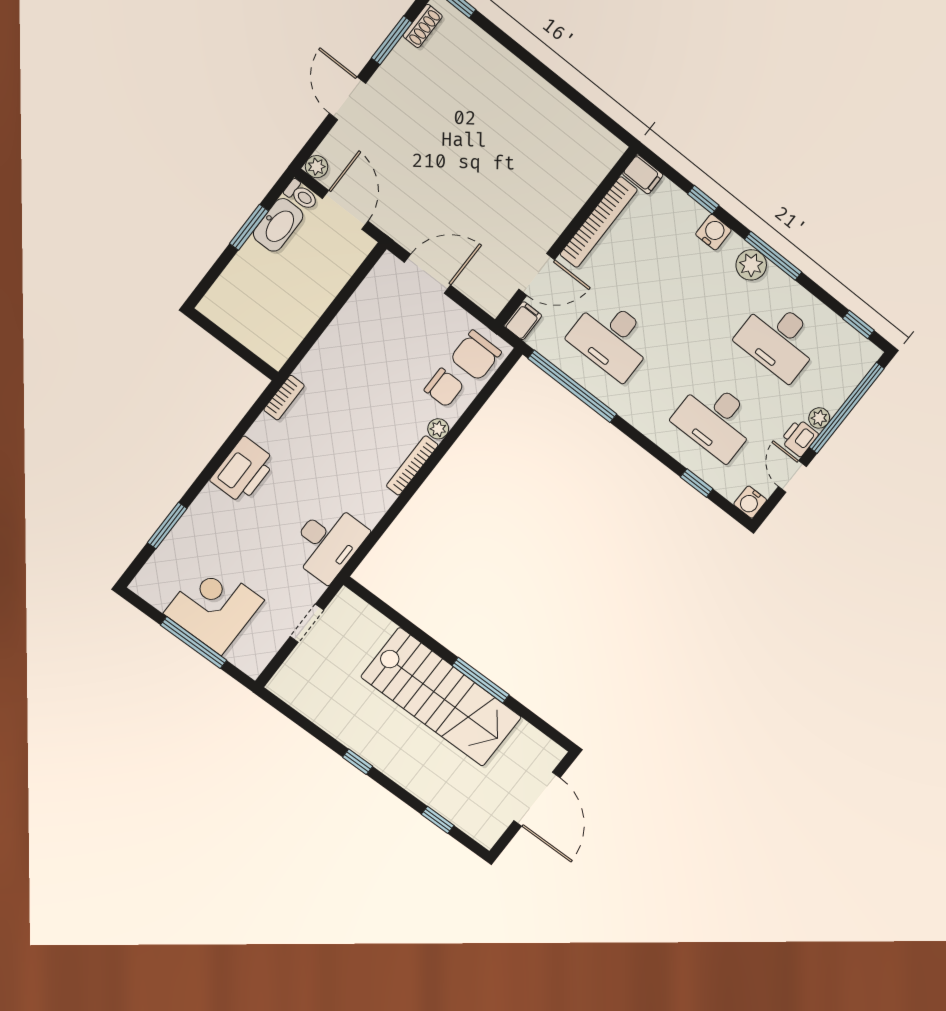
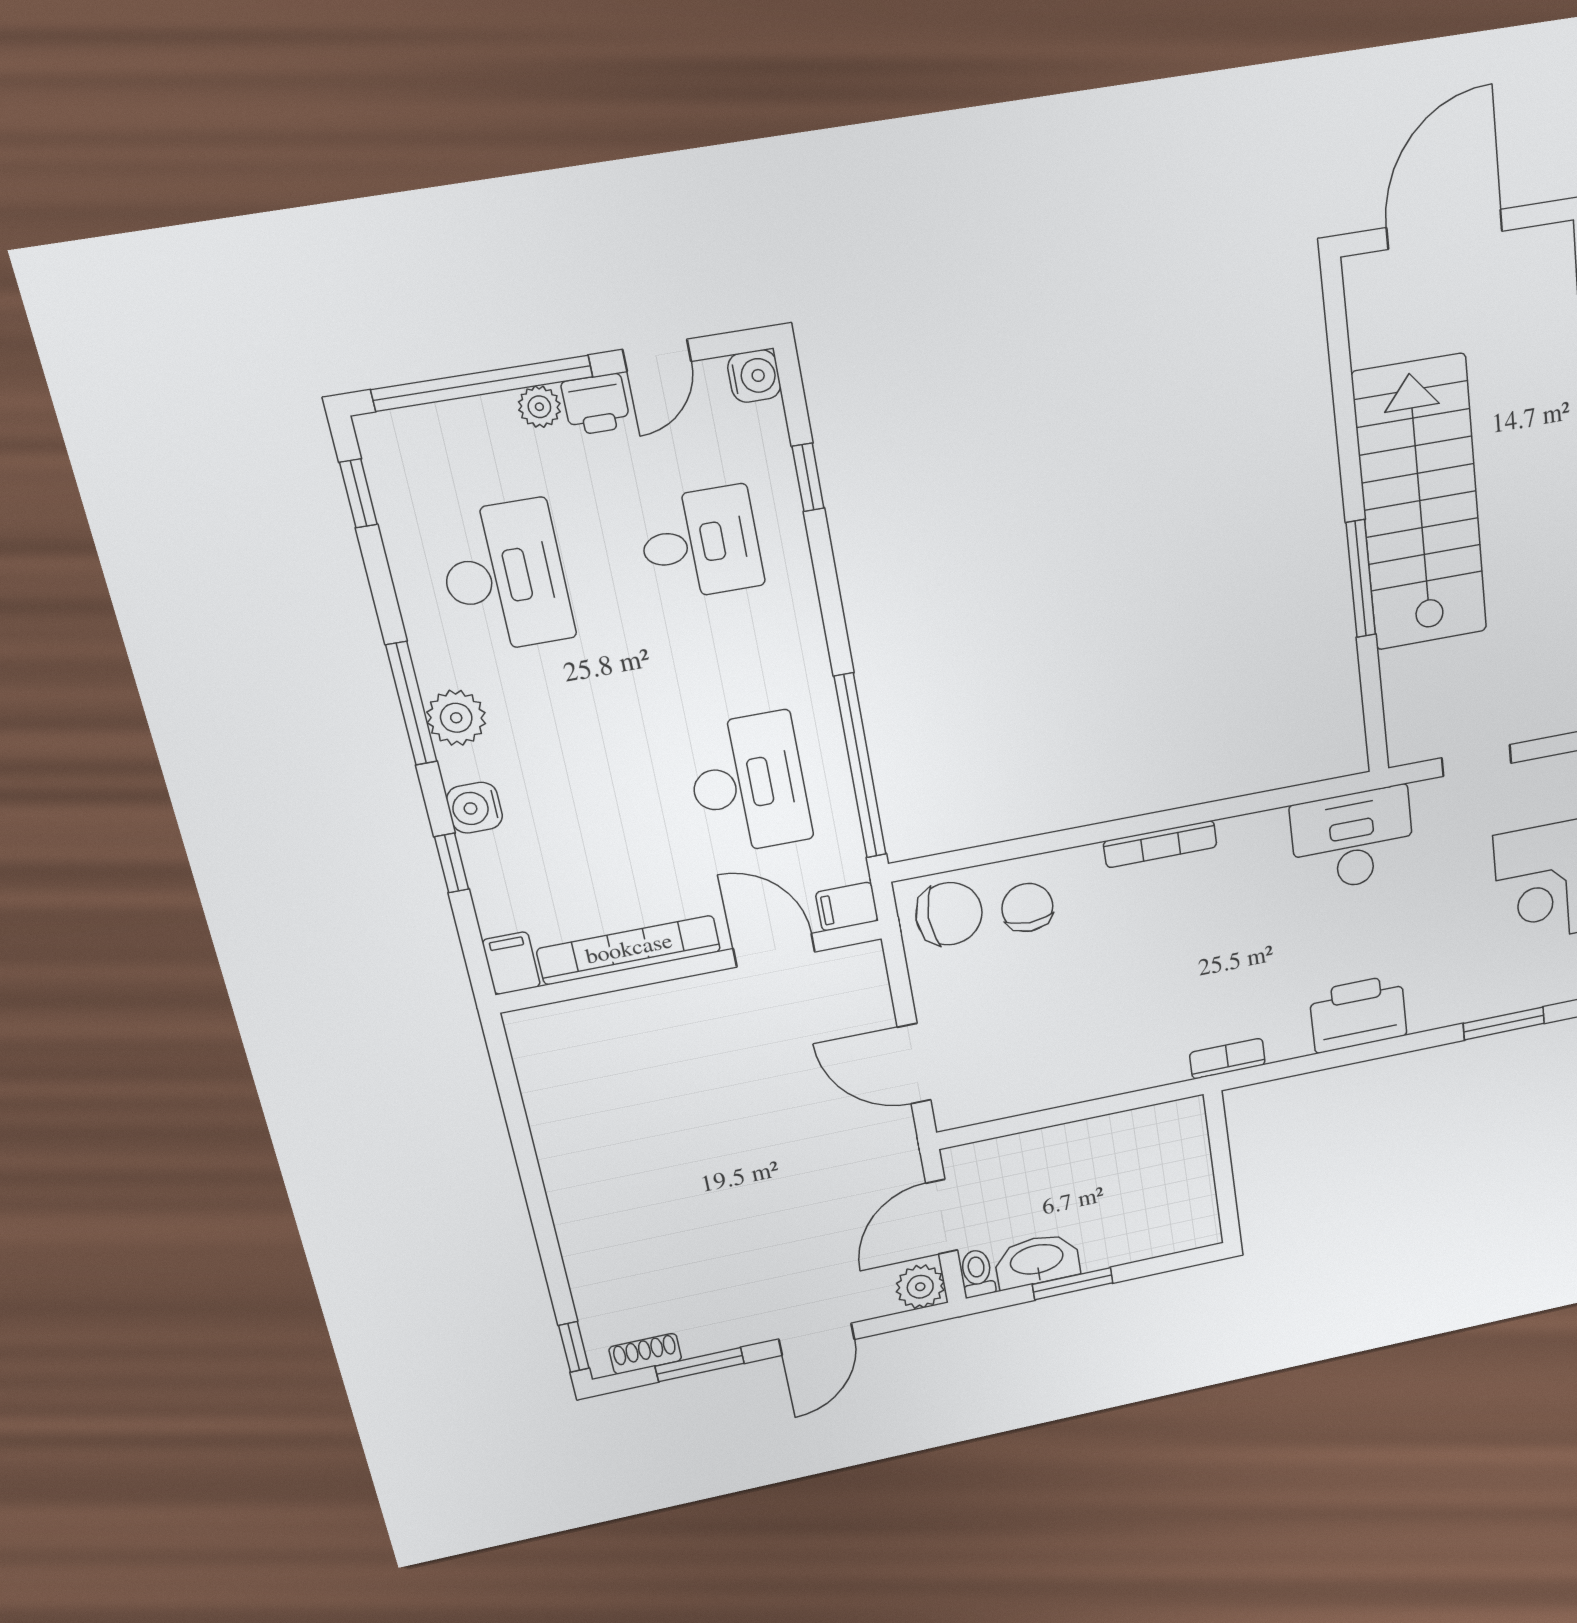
plant: (317, 167) -> (920, 1287), width x1.38, depth x1.38
desk: (716, 420) -> (700, 543), width x0.73
plant: (438, 429) -> (1084, 862), removed
window: (481, 680) -> (1361, 579), moved

